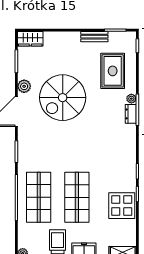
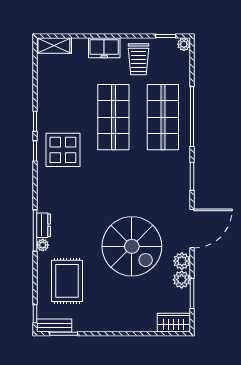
bench: (94, 37) -> (54, 326), moved
plant: (24, 72) -> (182, 280), added
spiral stairs: (63, 98) -> (132, 246), turned 90
display table: (122, 206) -> (63, 150), moved

